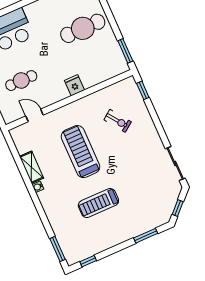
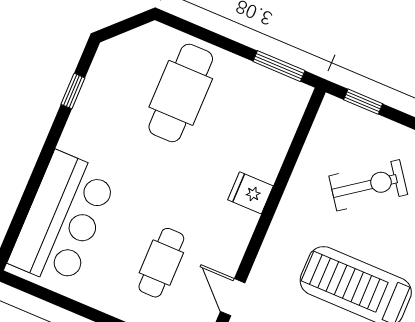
door: (35, 115) -> (233, 297), hinge flipped
exercise bike: (118, 121) -> (368, 185), width x1.38, depth x1.39

